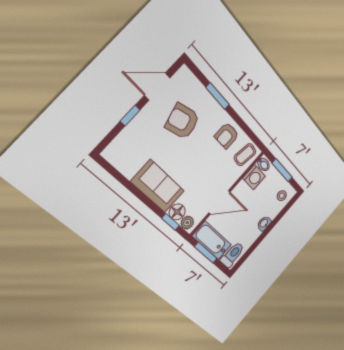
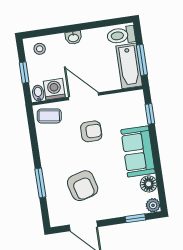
window: (130, 116) -> (135, 218), moved
armchair: (227, 136) -> (91, 131), moved
window: (282, 170) -> (24, 73), width x0.67
door: (219, 202) -> (84, 96), moved
floor lamp: (177, 212) -> (149, 184), moved
plant: (187, 223) -> (153, 205), moved

